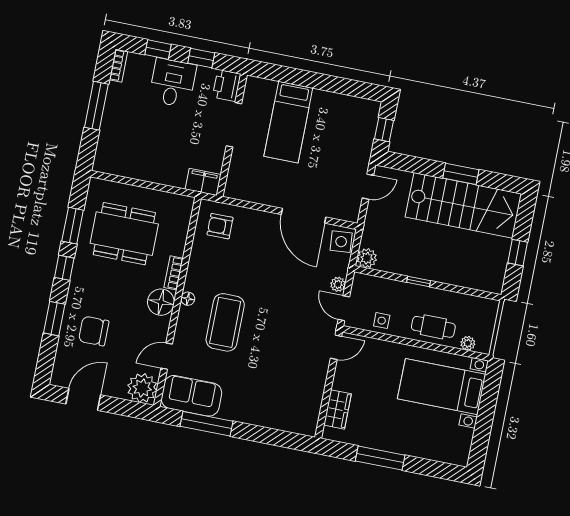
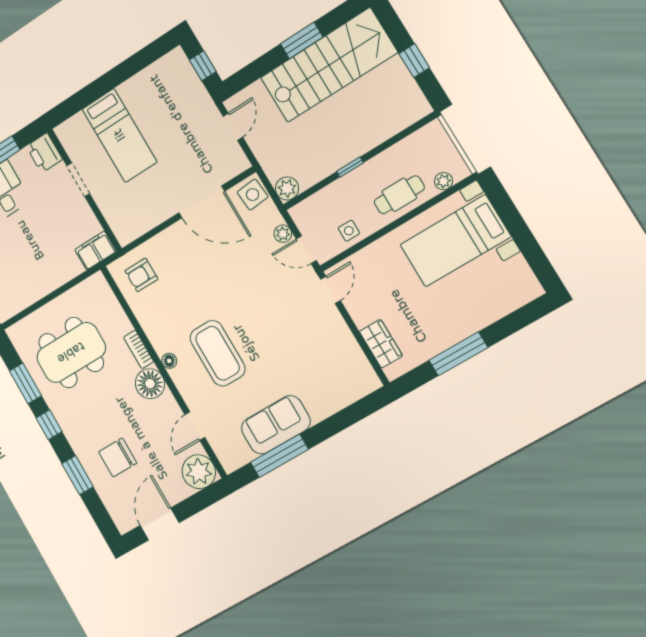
doorway: (234, 125) -> (78, 180), width x0.73
sofa: (191, 396) -> (276, 425), moved

